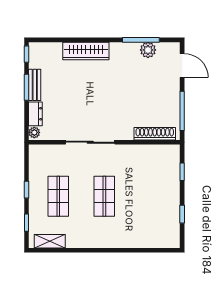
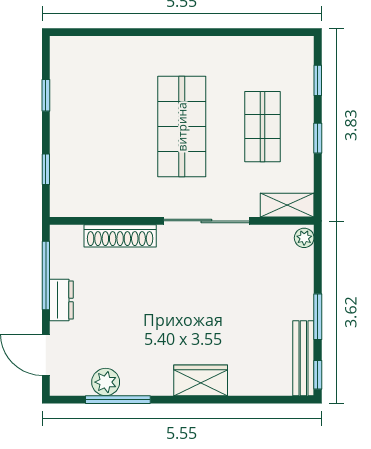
wardrobe: (86, 51) -> (201, 380), width x0.67
bench: (35, 85) -> (303, 358), moved, width x1.36
dresser: (35, 114) -> (61, 300), moved, turned 180
shoe rack: (155, 134) -> (120, 236), moved
shop shelf: (104, 196) -> (182, 127), width x1.43, depth x1.36
shelving: (50, 241) -> (287, 205), moved

